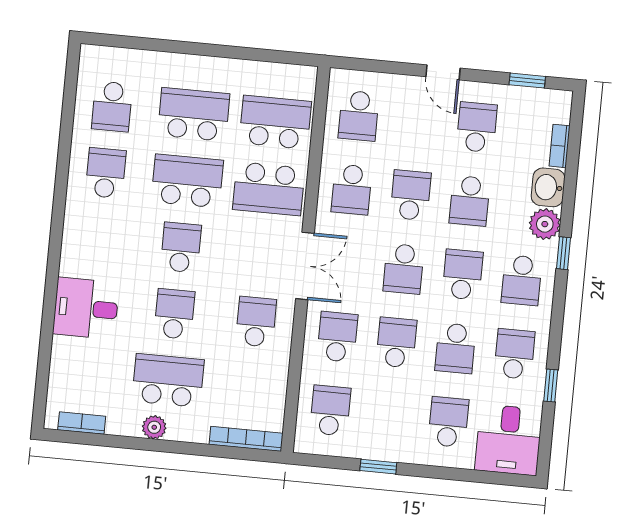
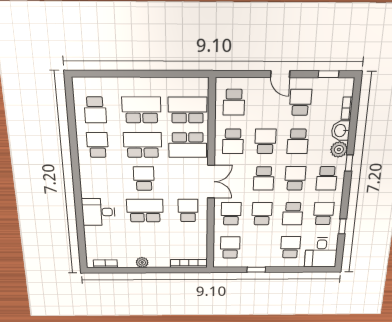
school desk: (174, 314) -> (145, 211), width x1.85
school desk: (168, 380) -> (146, 241), removed

